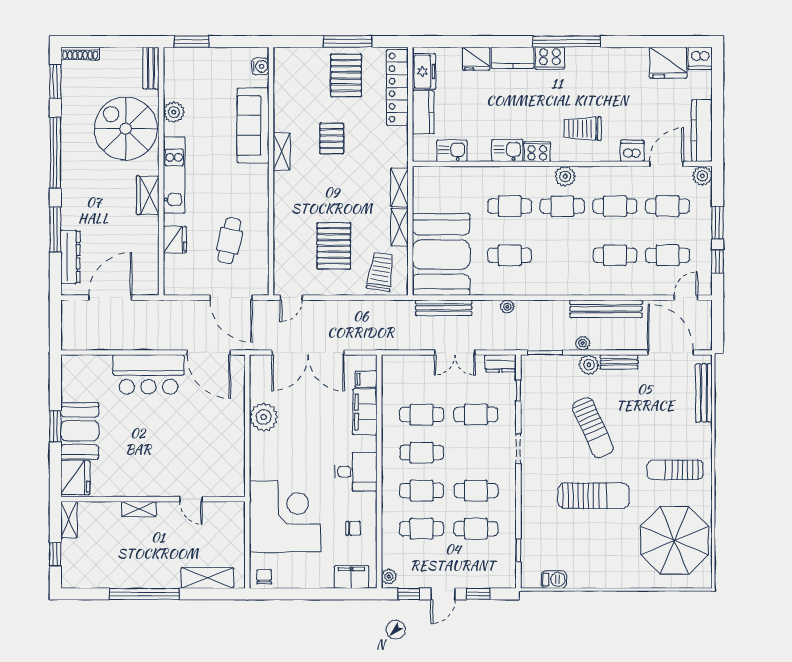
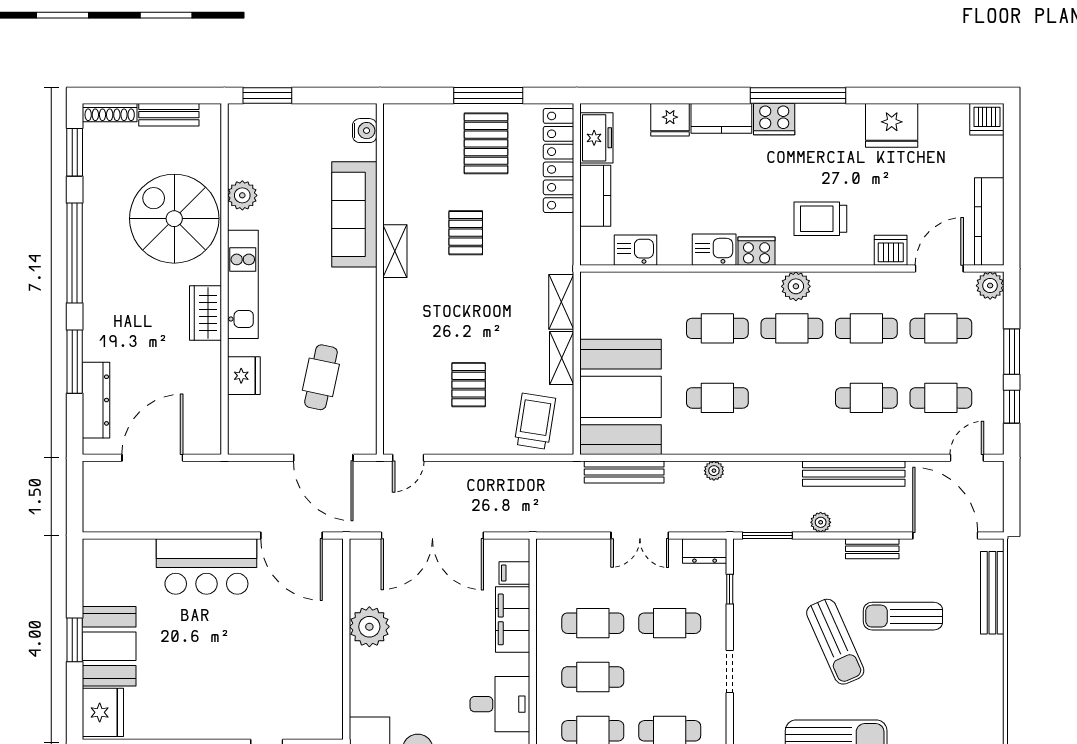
fridge: (668, 63) -> (892, 125), moved
bench: (151, 68) -> (169, 115), moved, turned 90
pallet: (334, 246) -> (469, 385), width x0.67, depth x0.71
plant: (589, 365) -> (829, 553), removed
sun lounger: (675, 470) -> (903, 616), moved

